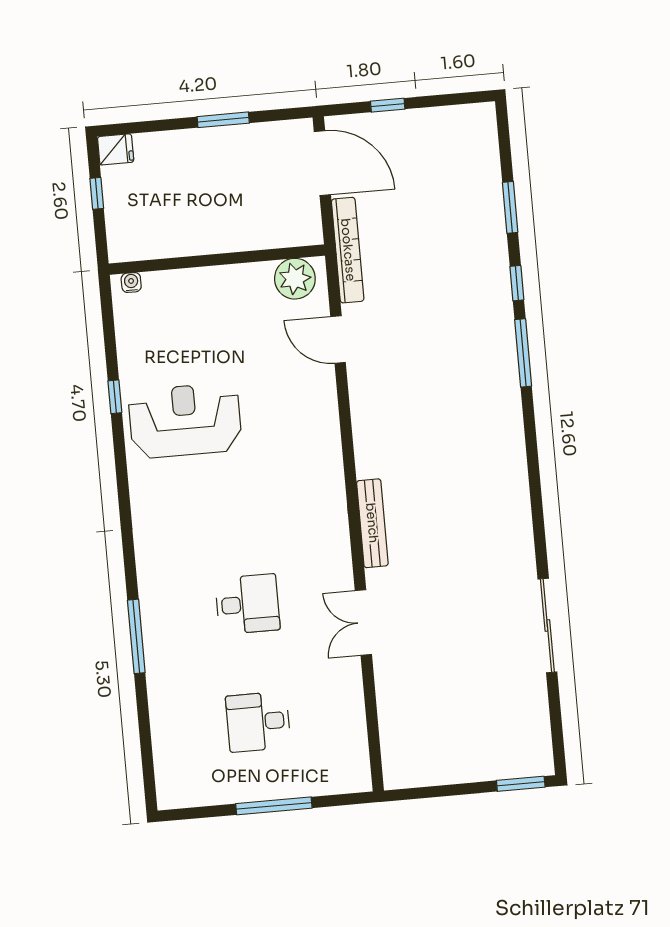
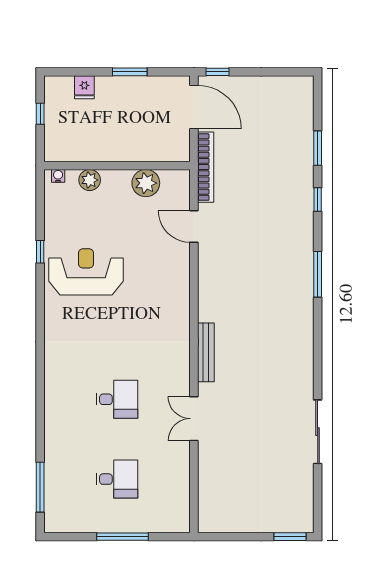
window: (388, 105) -> (218, 72), moved
fridge: (116, 149) -> (84, 87), moved, turned 90
plant: (295, 279) -> (146, 183), moved
plant: (178, 285) -> (90, 180), added
window: (523, 353) -> (318, 274), moved
window: (136, 636) -> (40, 487), moved
desk: (258, 722) -> (117, 479), turned 180

